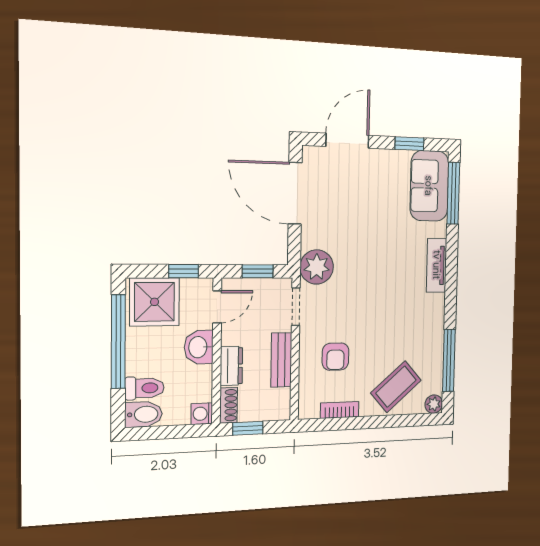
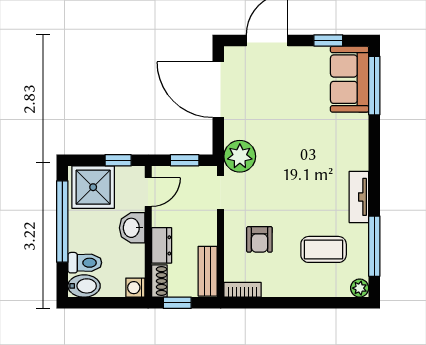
tv unit: (437, 265) -> (359, 197), moved
bench: (281, 360) -> (208, 271), moved
coffee table: (396, 387) -> (324, 249), moved, turned 41
bookcase: (340, 410) -> (242, 290), moved

